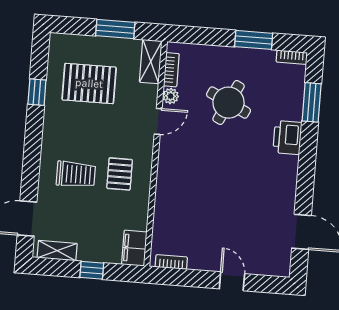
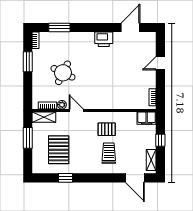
printer: (287, 137) -> (104, 39), moved

